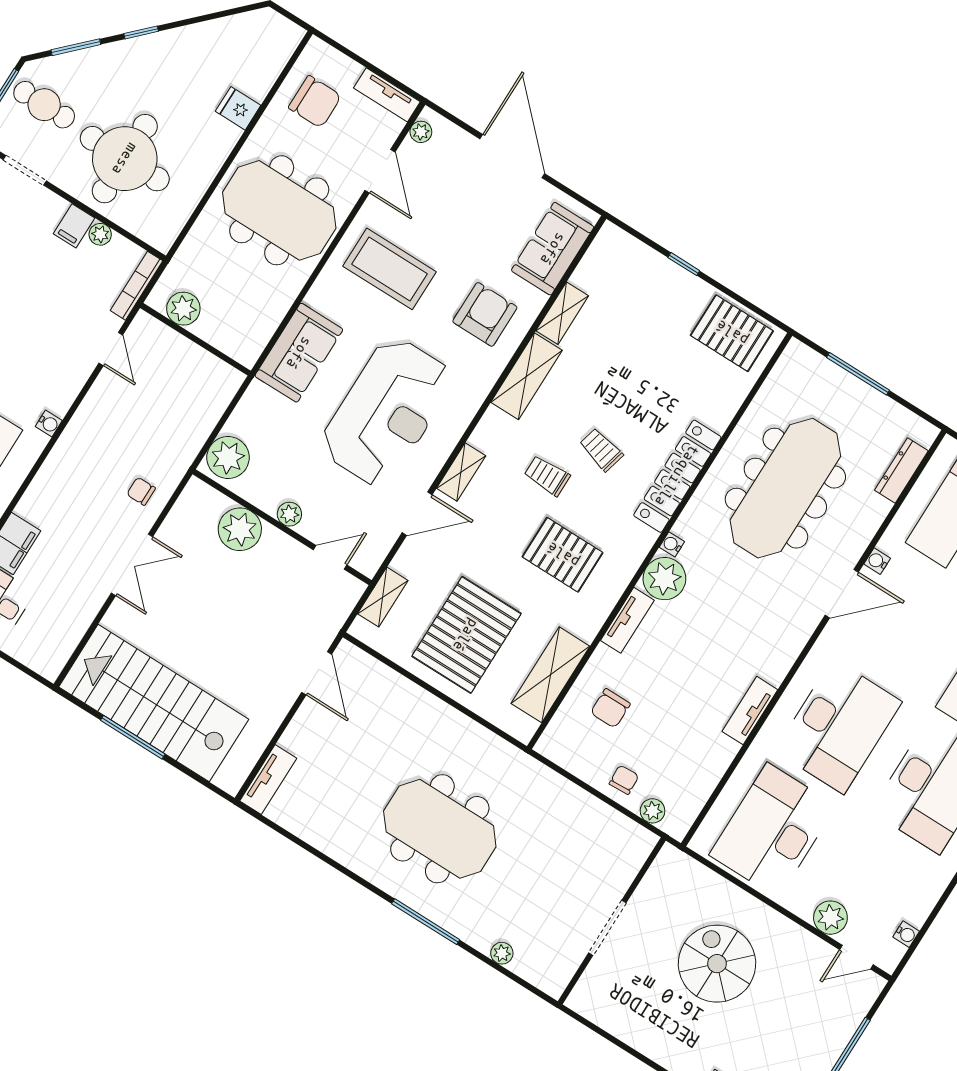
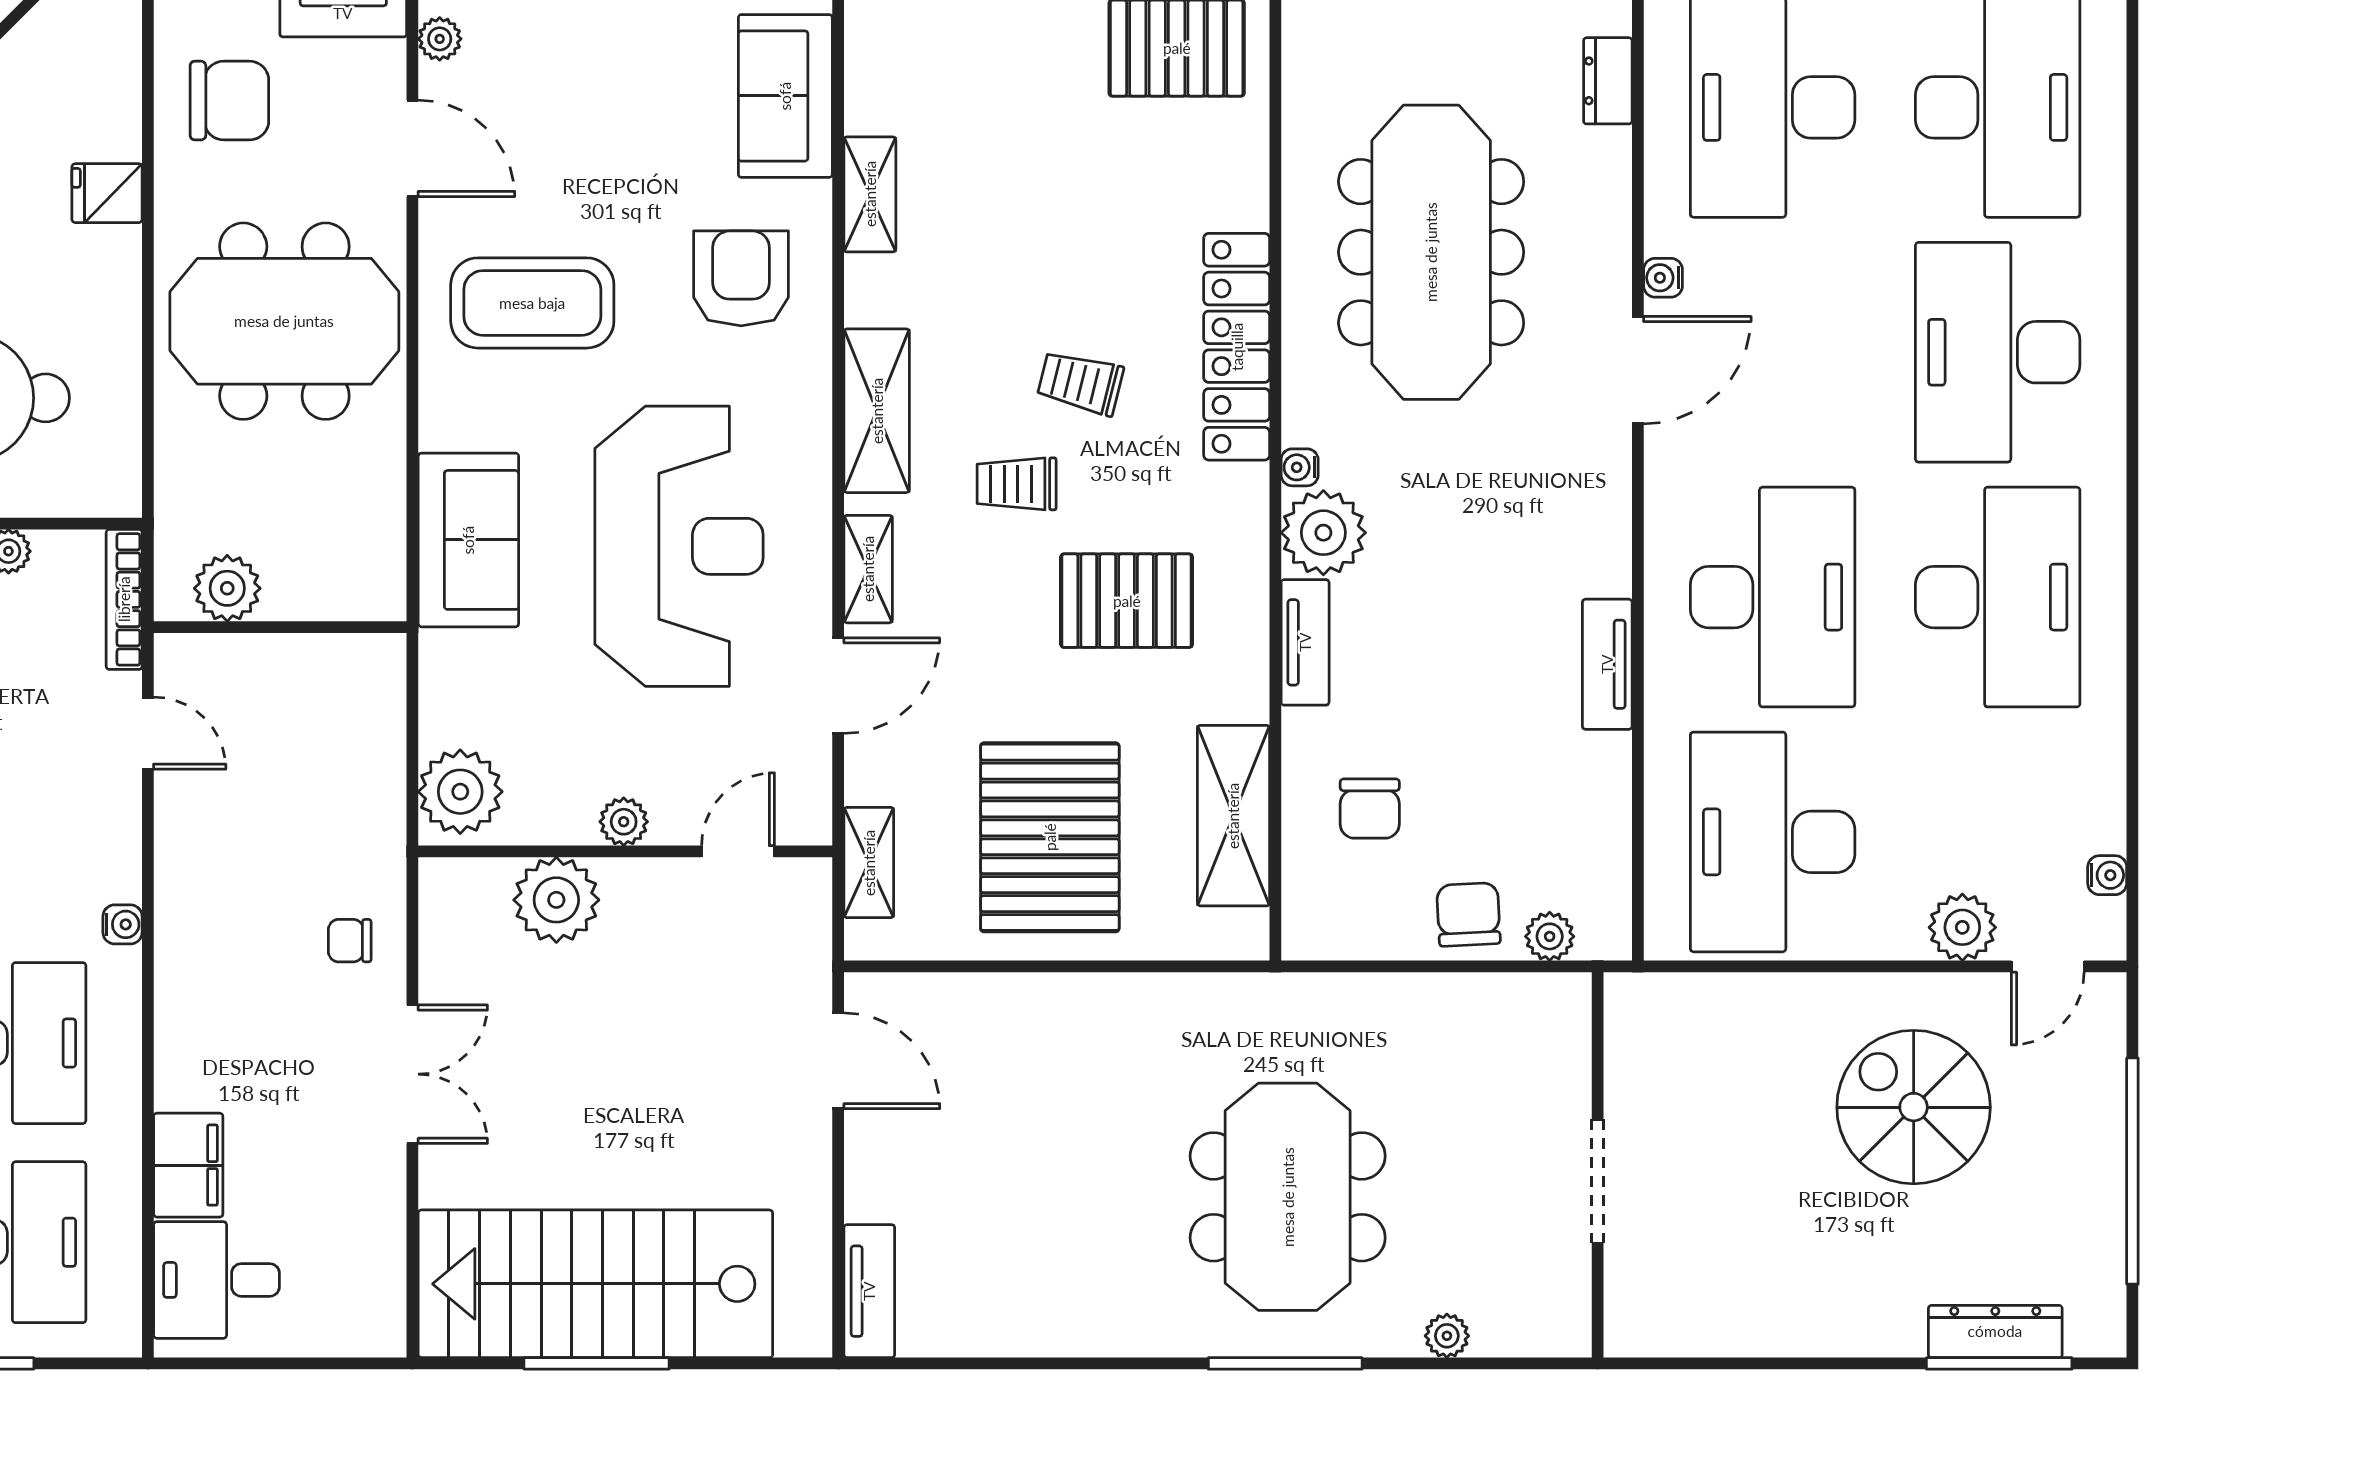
shelving: (526, 376) -> (877, 411), moved
dresser: (901, 471) -> (1608, 81), width x0.70
chair: (624, 780) -> (1468, 914), width x1.37, depth x1.37
meeting table: (440, 829) -> (1288, 1197), moved, turned 90
spiral stairs: (717, 964) -> (1914, 1107), moved

